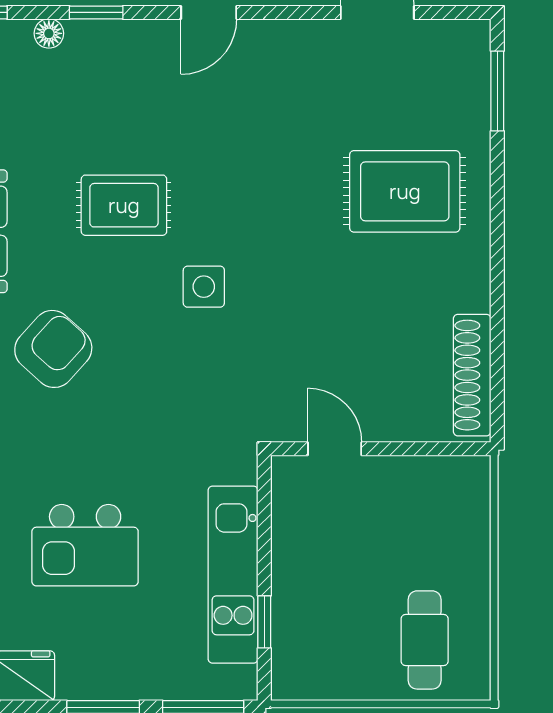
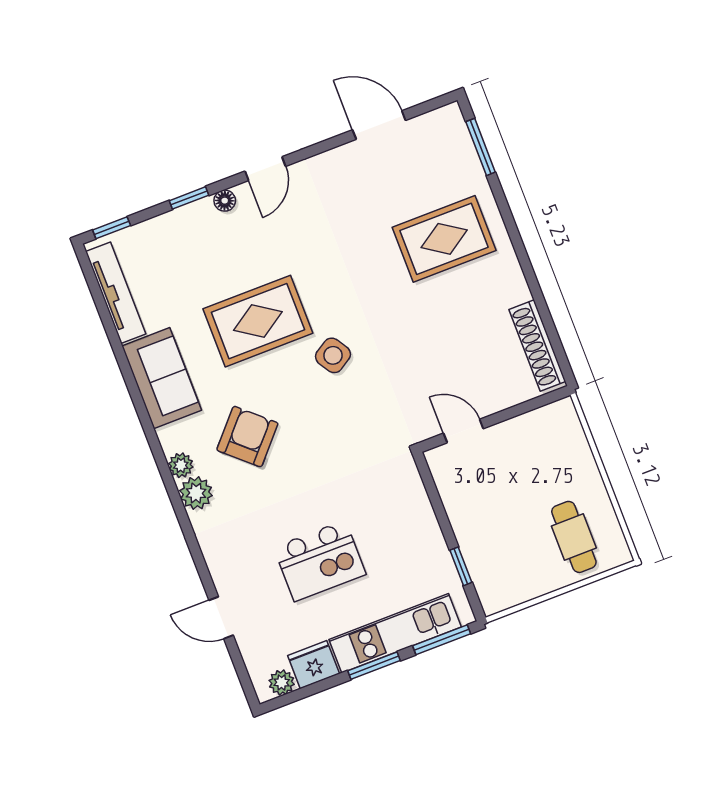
floor lamp: (49, 33) -> (225, 201), moved
rug: (124, 205) -> (258, 321), width x1.36, depth x1.43
side table: (204, 287) -> (333, 355), turned -32
kitchen unit: (233, 575) -> (395, 633), moved, turned 90

